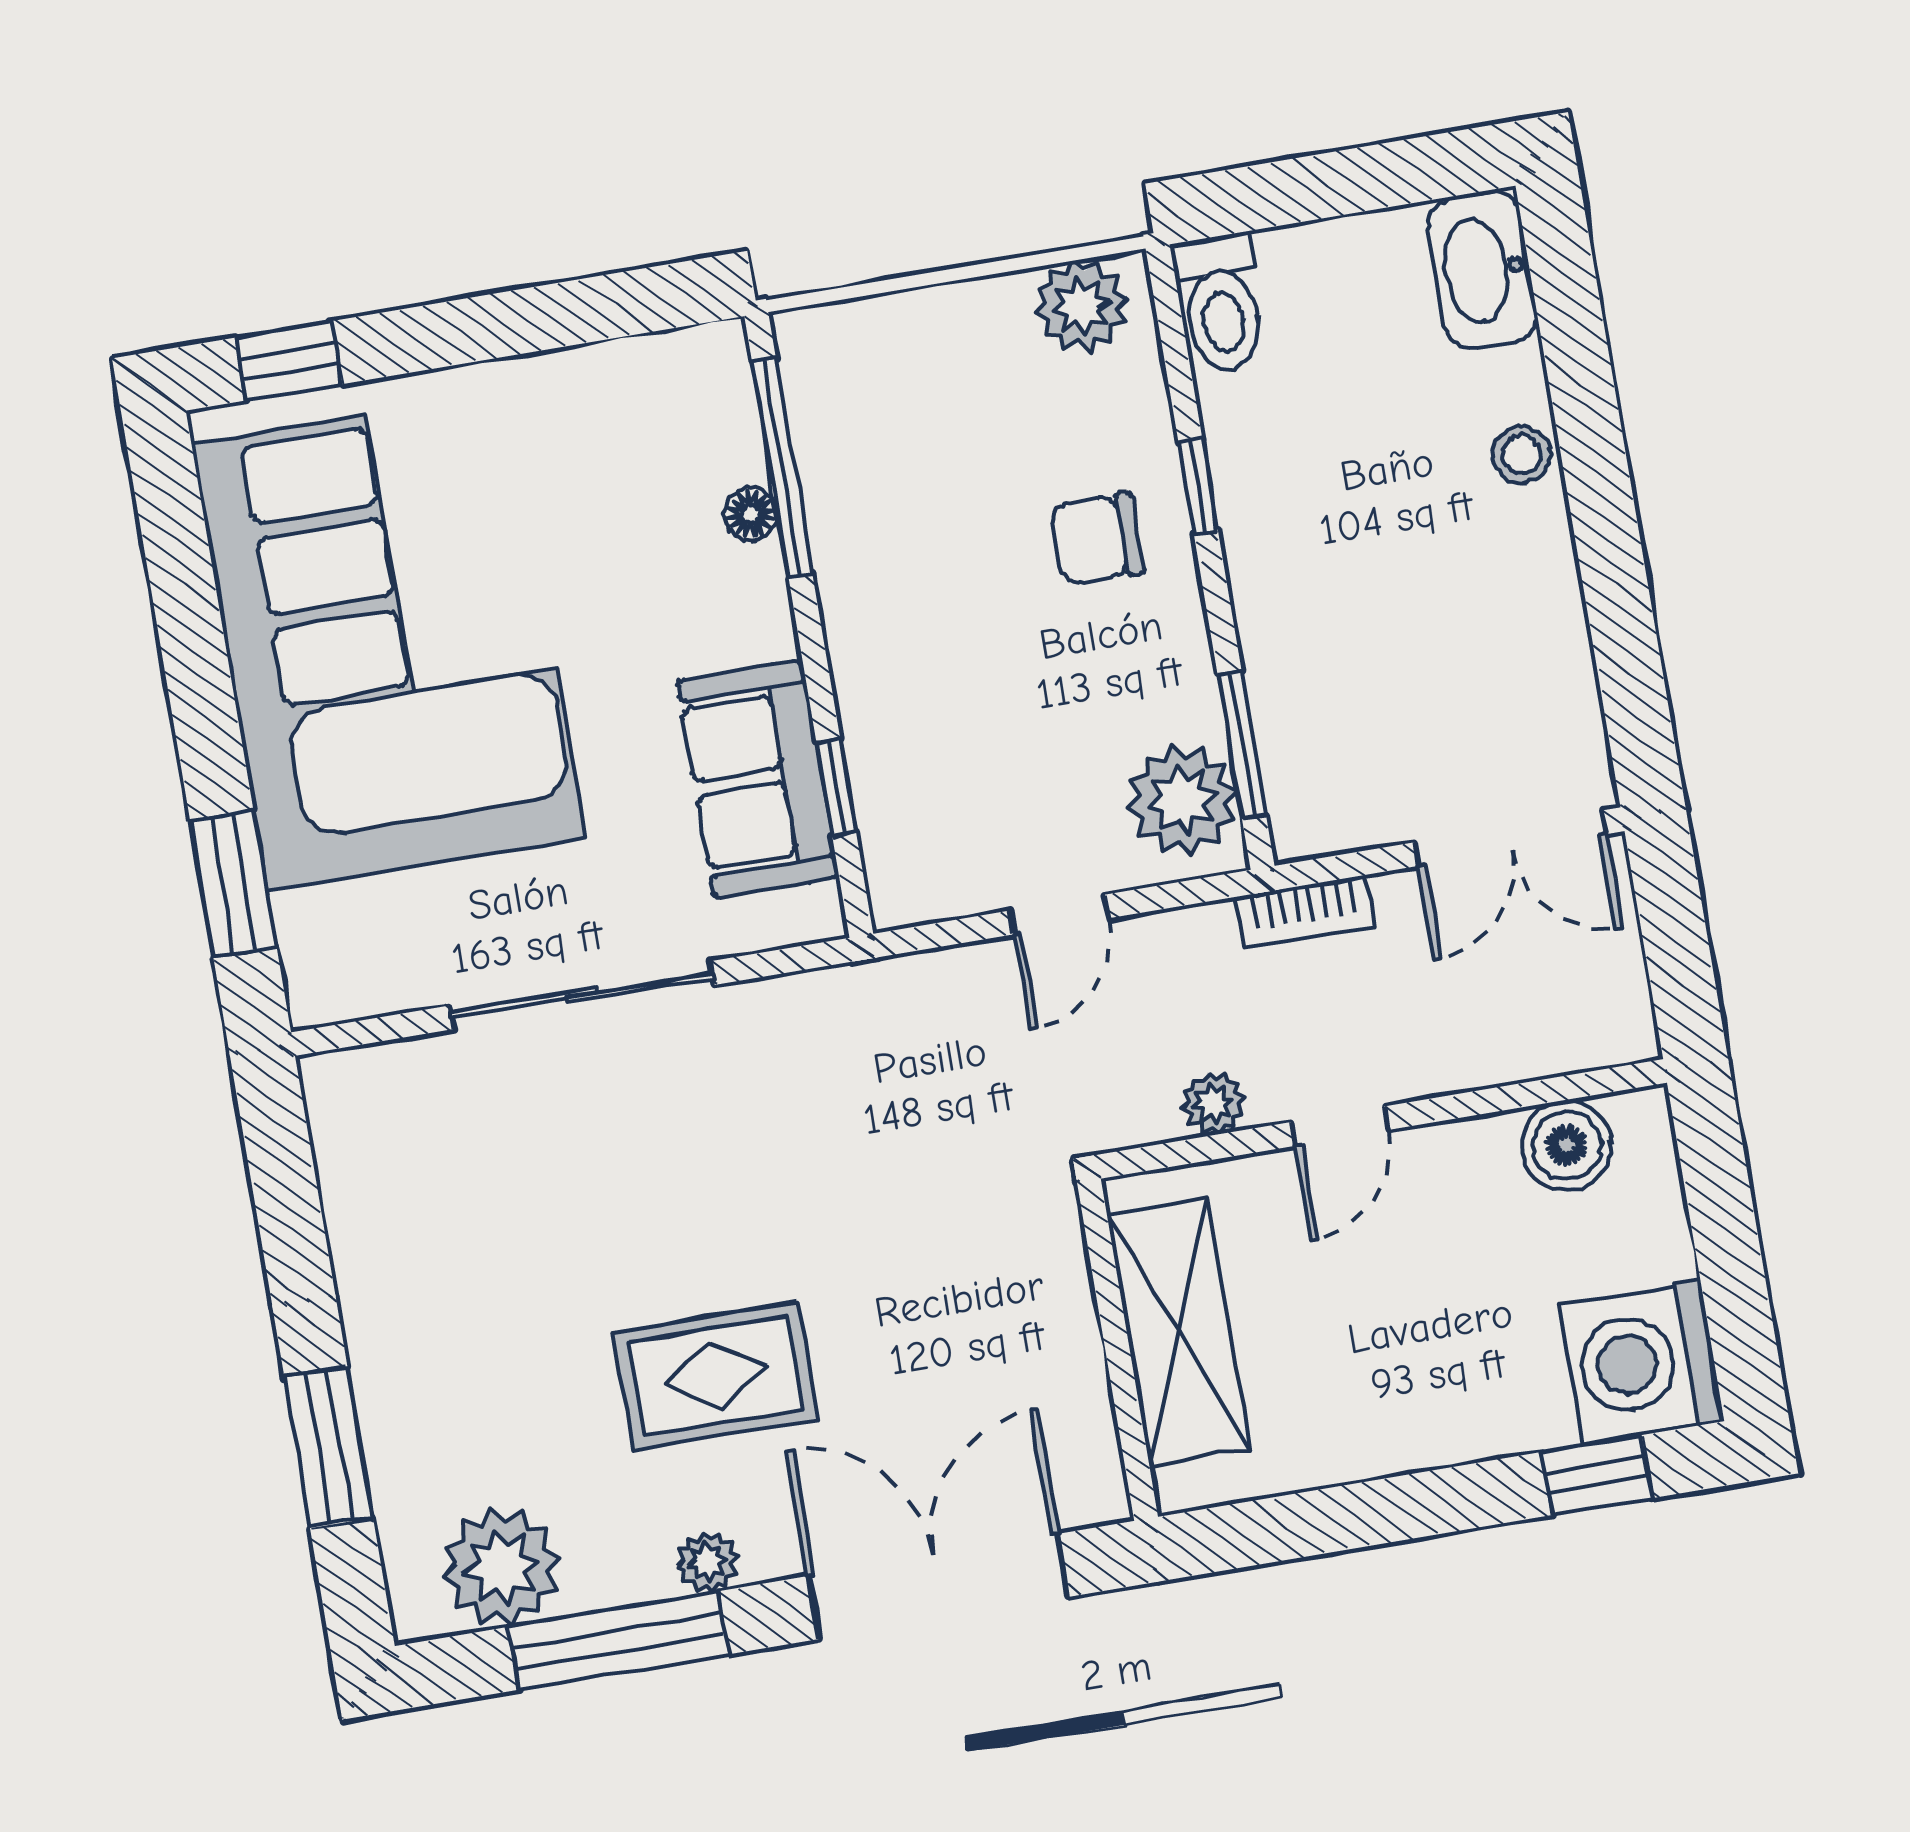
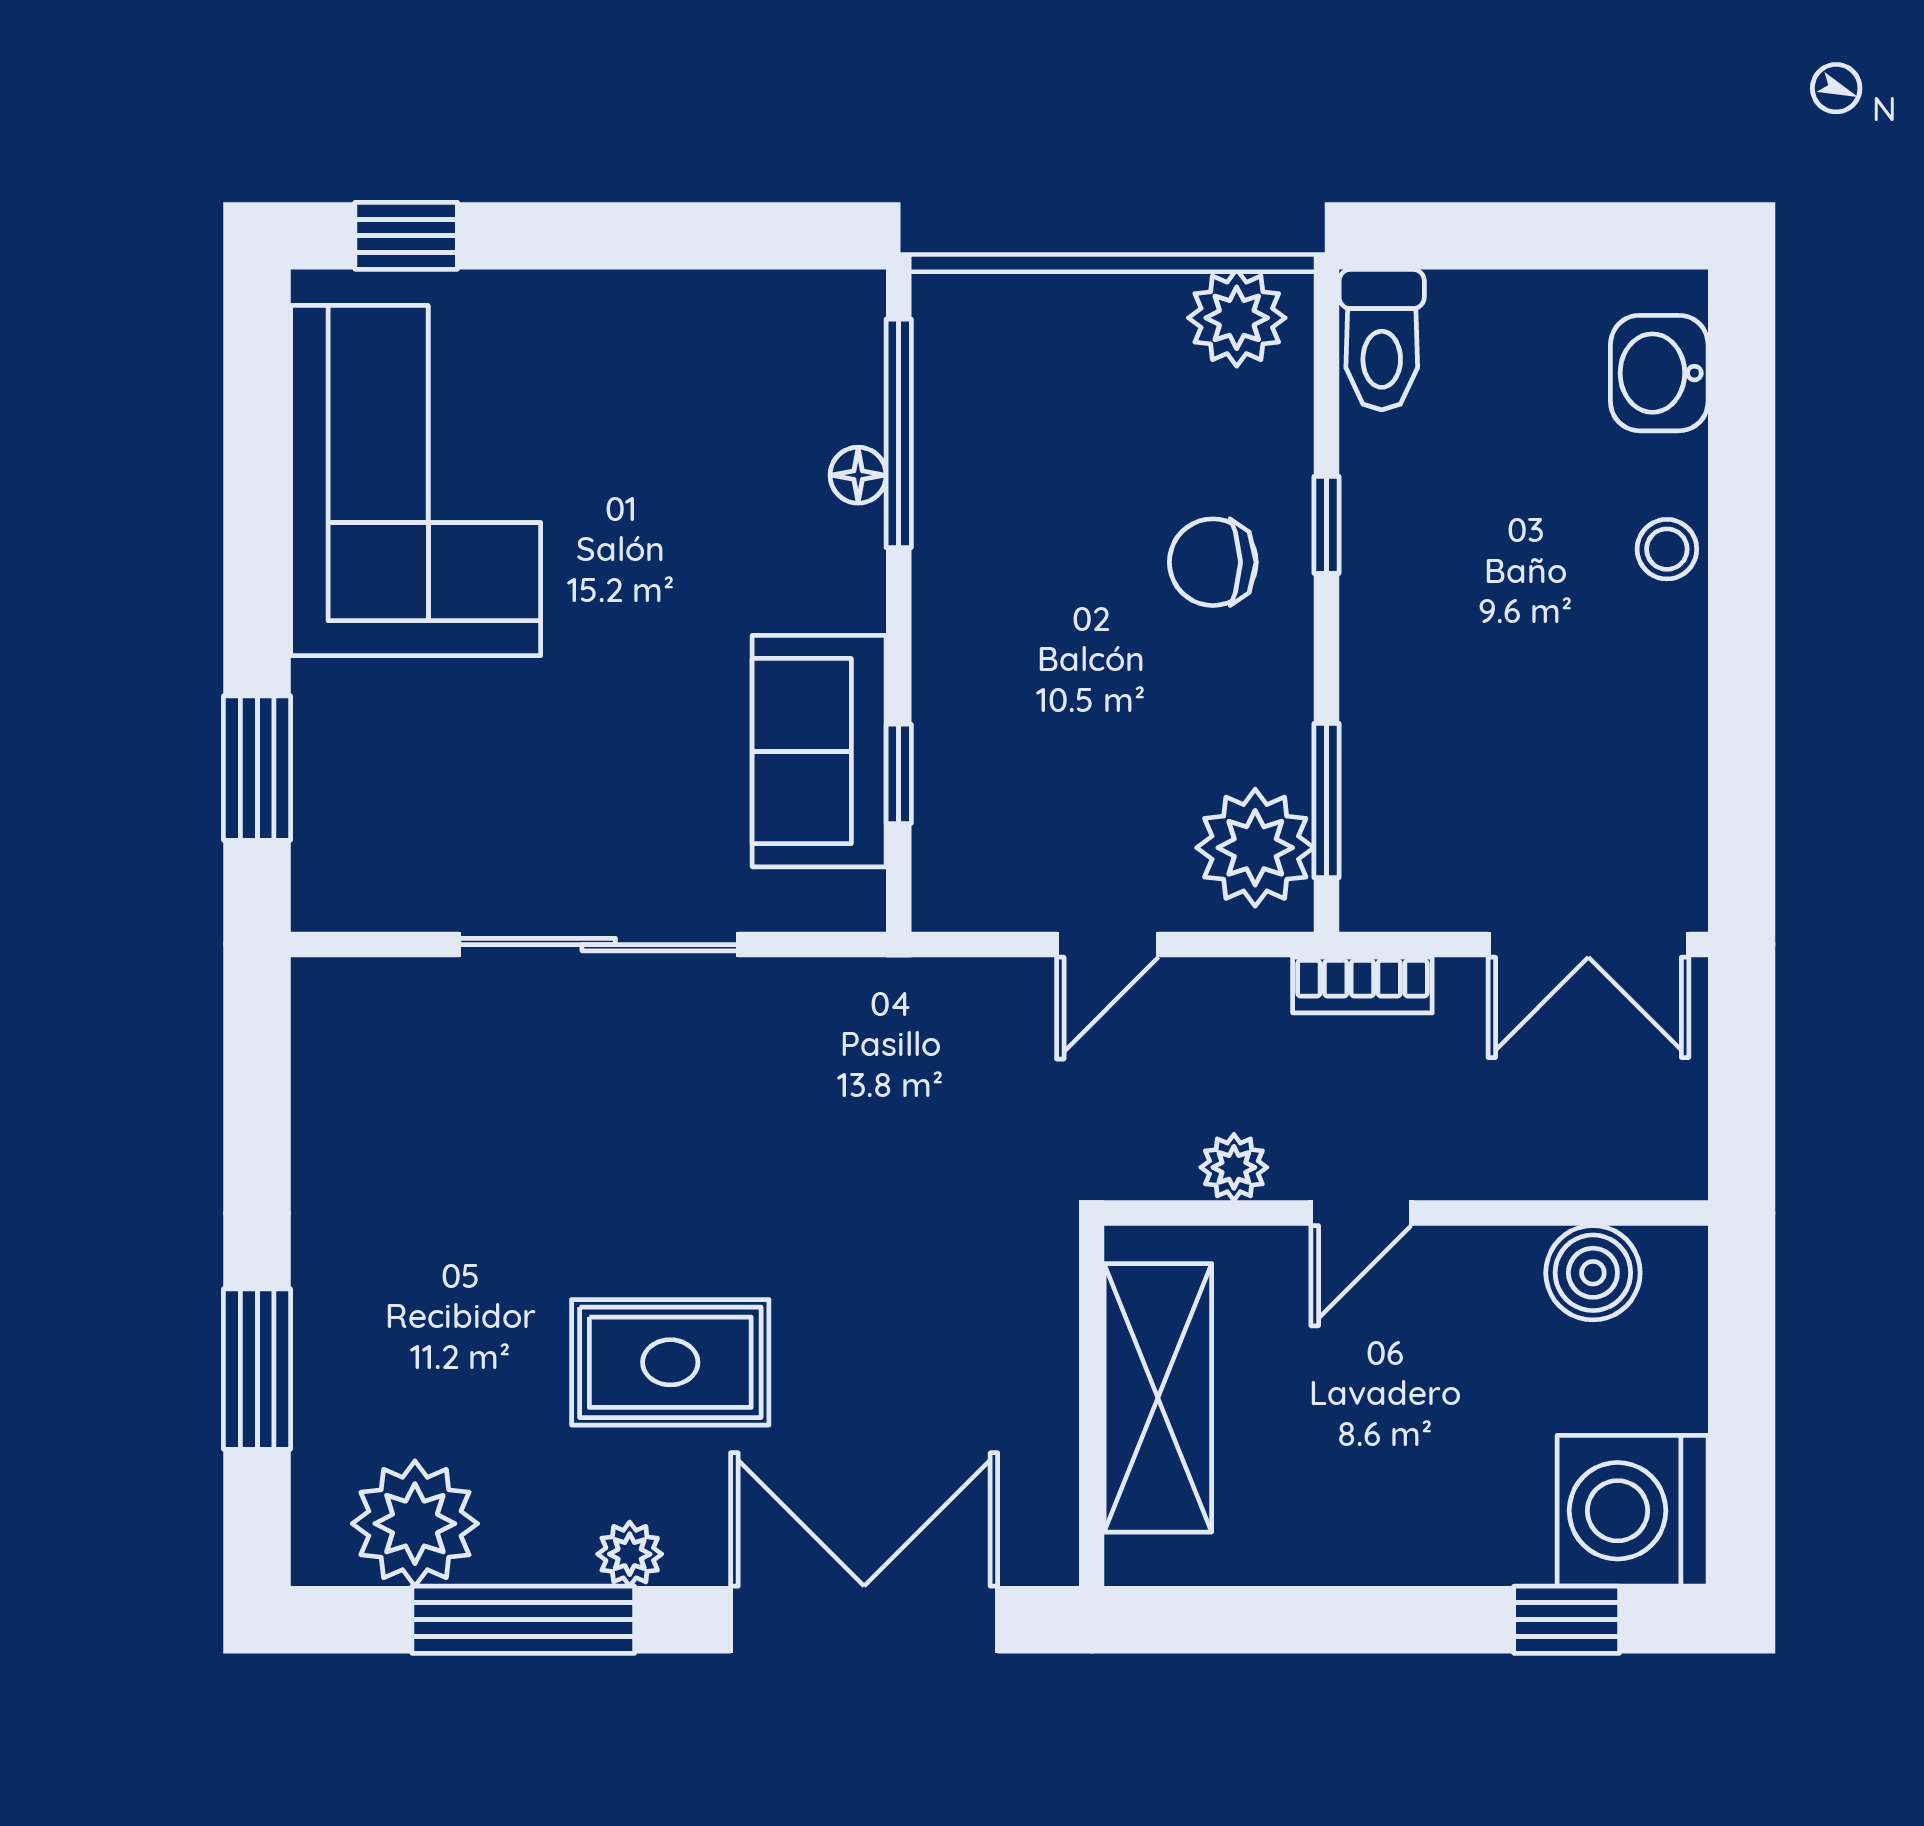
washbasin: (1483, 270) -> (1659, 373), width x0.72
corner sofa: (389, 641) -> (416, 481), width x0.73, depth x0.74

